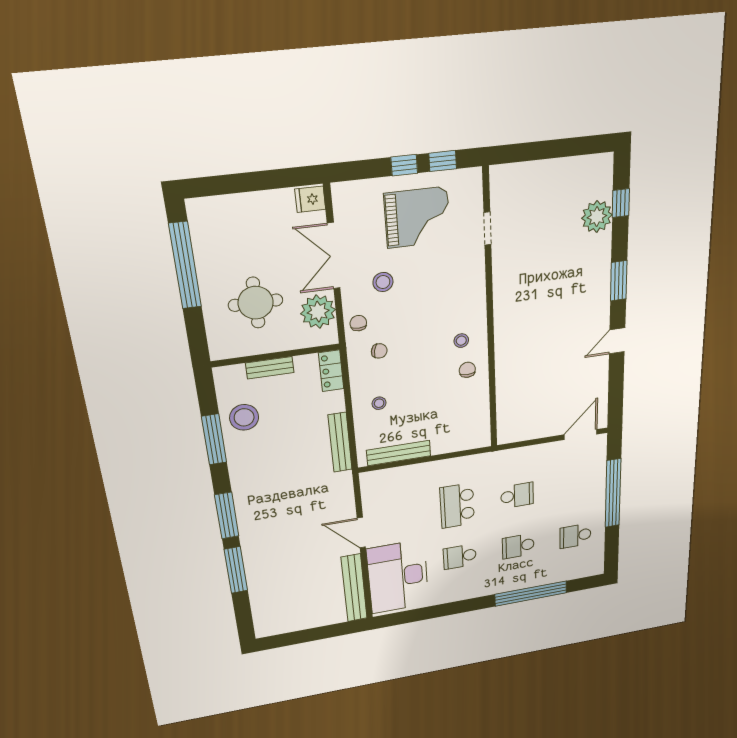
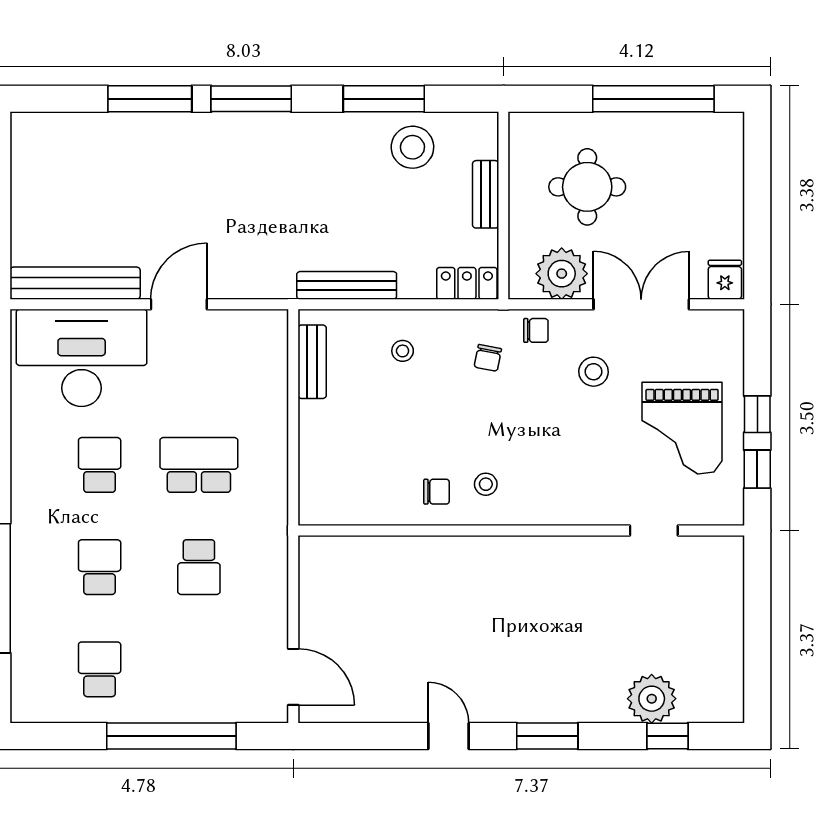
bench: (399, 453) -> (312, 362), width x0.73

